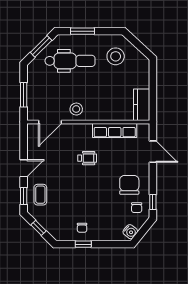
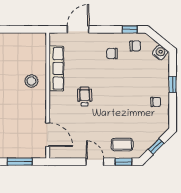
kitchen counter: (142, 105) -> (30, 41), removed
stool: (76, 109) -> (31, 81), moved
chair: (129, 185) -> (112, 54), width x0.54, depth x0.54
window: (83, 244) -> (173, 84), moved

